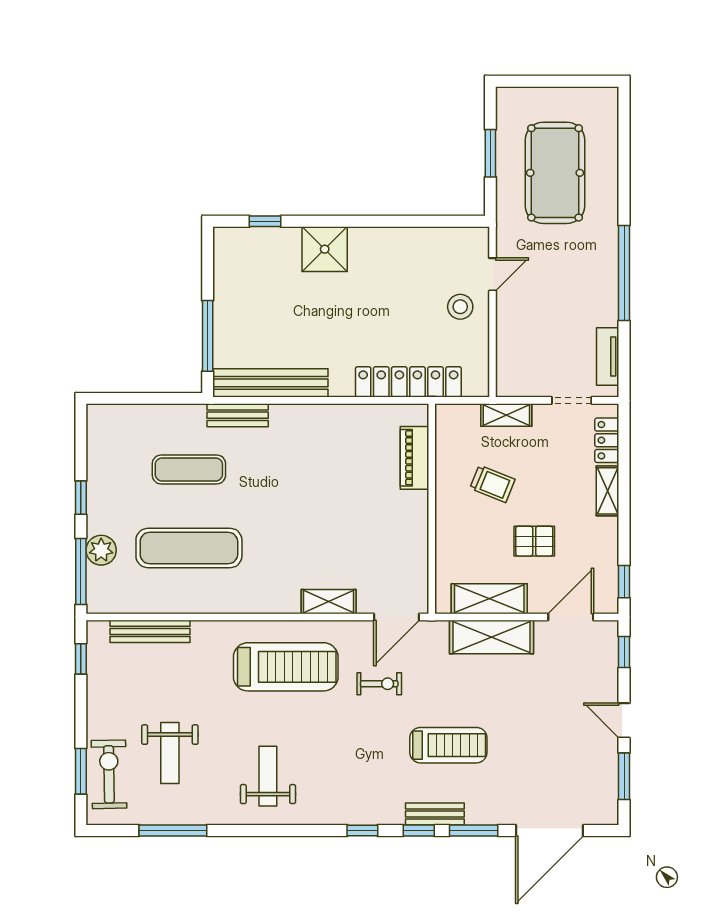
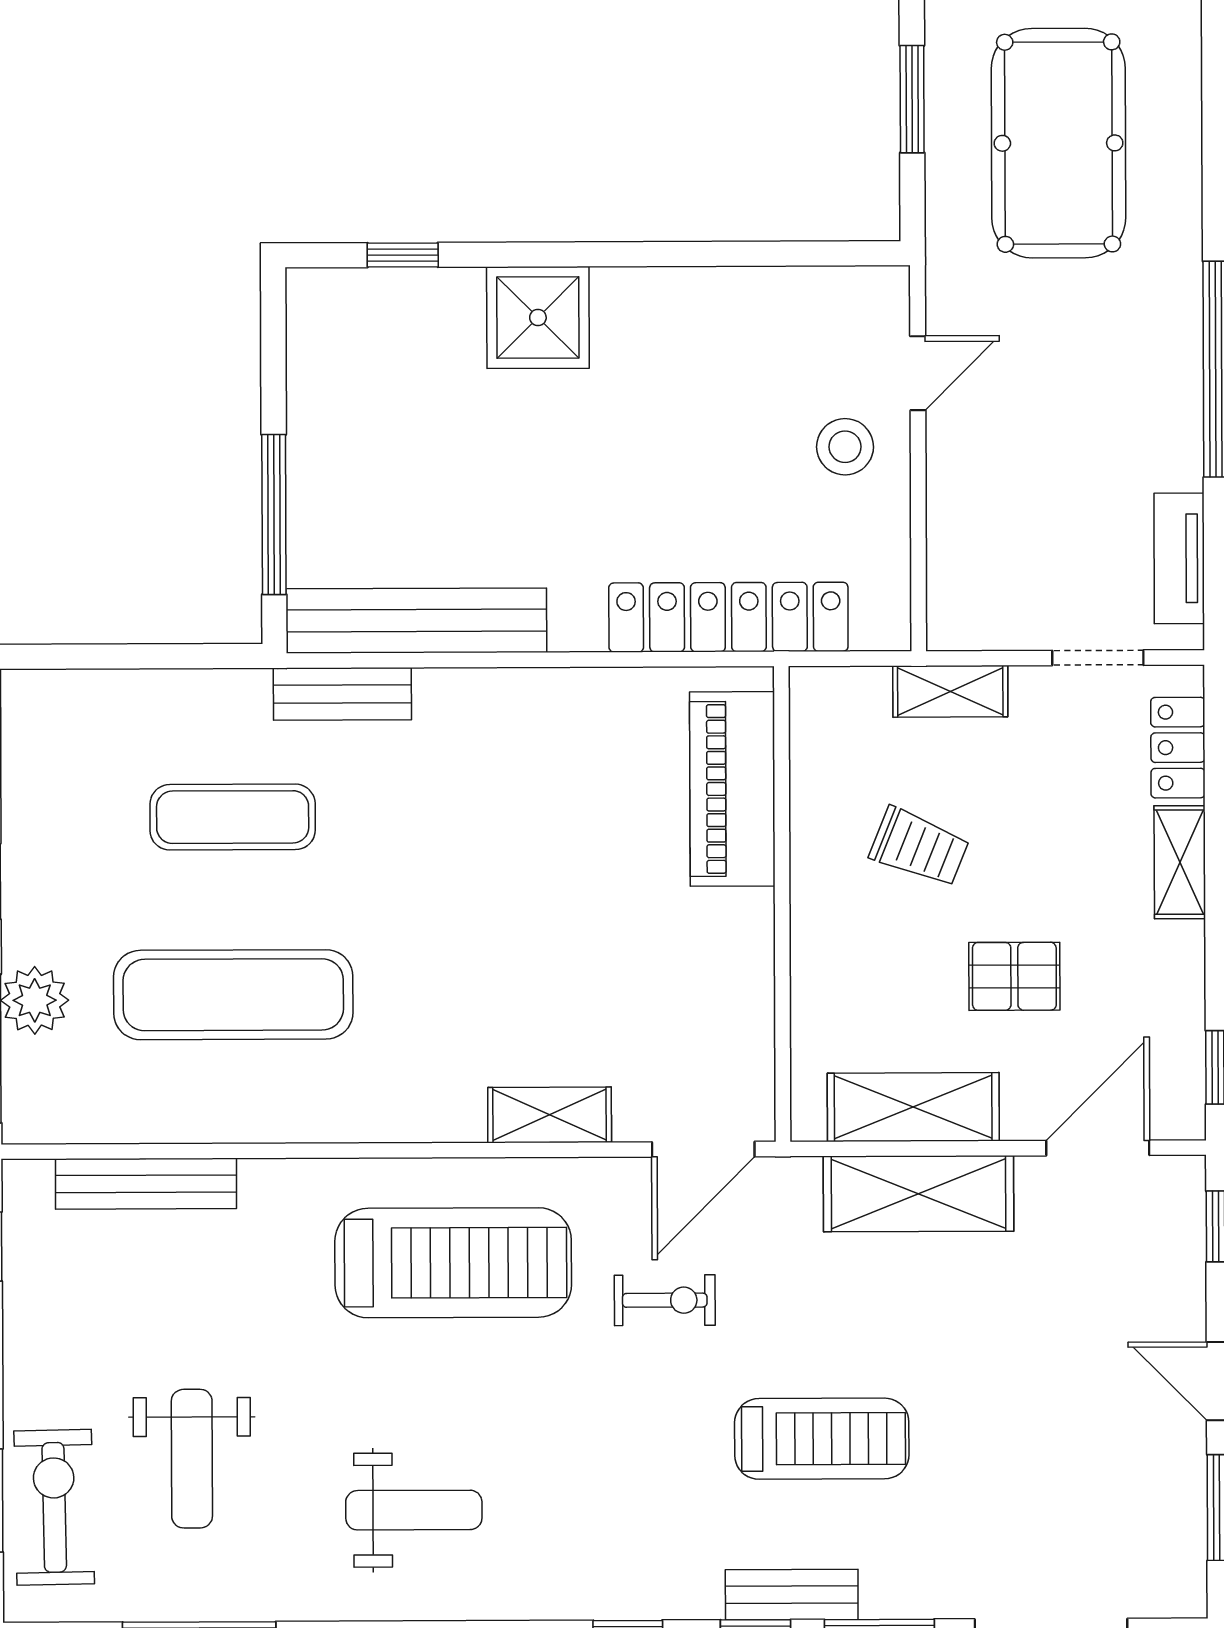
piano: (414, 458) -> (732, 789), width x1.37, depth x1.33
weight bench: (268, 776) -> (414, 1510), turned 90

